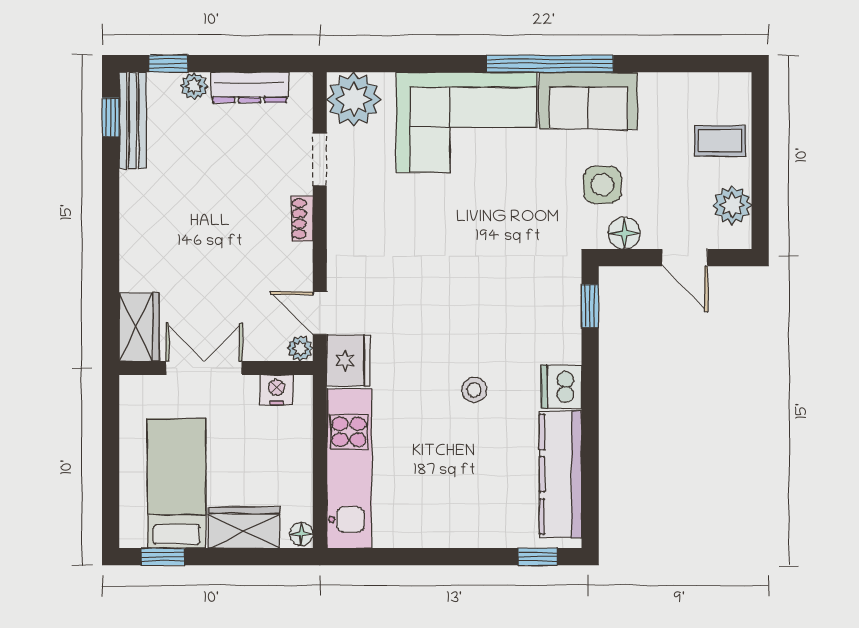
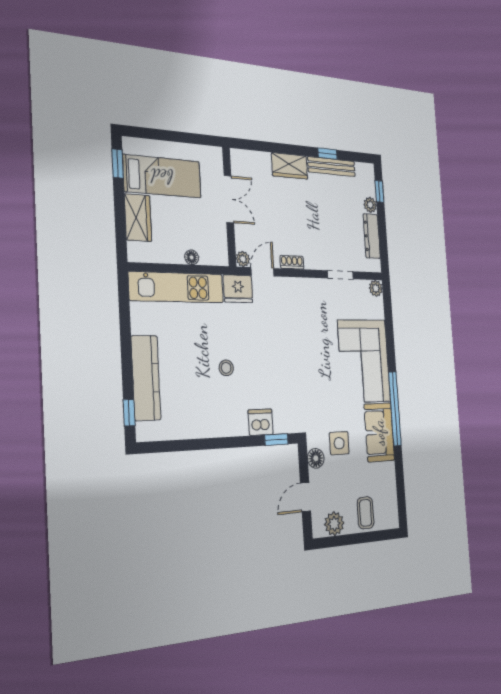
plant: (354, 99) -> (376, 288), width x0.53, depth x0.53
window: (111, 117) -> (328, 154), moved
bench: (133, 121) -> (332, 167), moved
shoe rack: (302, 219) -> (292, 262), moved
wardrobe: (139, 327) -> (290, 166), moved
dishwasher: (561, 387) -> (261, 422), moved
nightstand: (277, 390) -> (219, 243), removed
kitchen counter: (560, 474) -> (146, 378), moved, turned 90
floor lamp: (301, 534) -> (192, 257), moved

